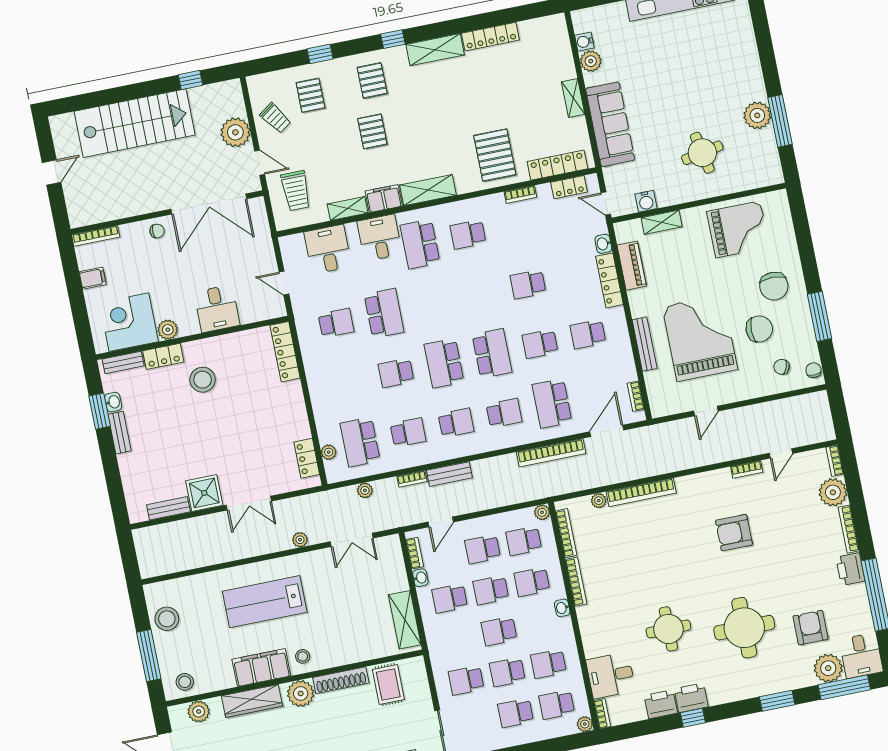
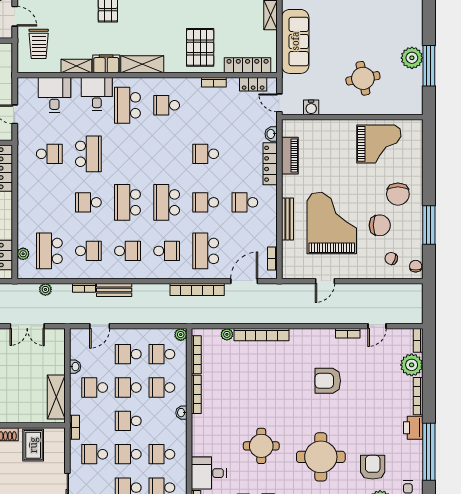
shelving: (662, 222) -> (320, 126), removed
school desk: (492, 354) -> (167, 202), turned 180
bookcase: (415, 553) -> (74, 427), moved

